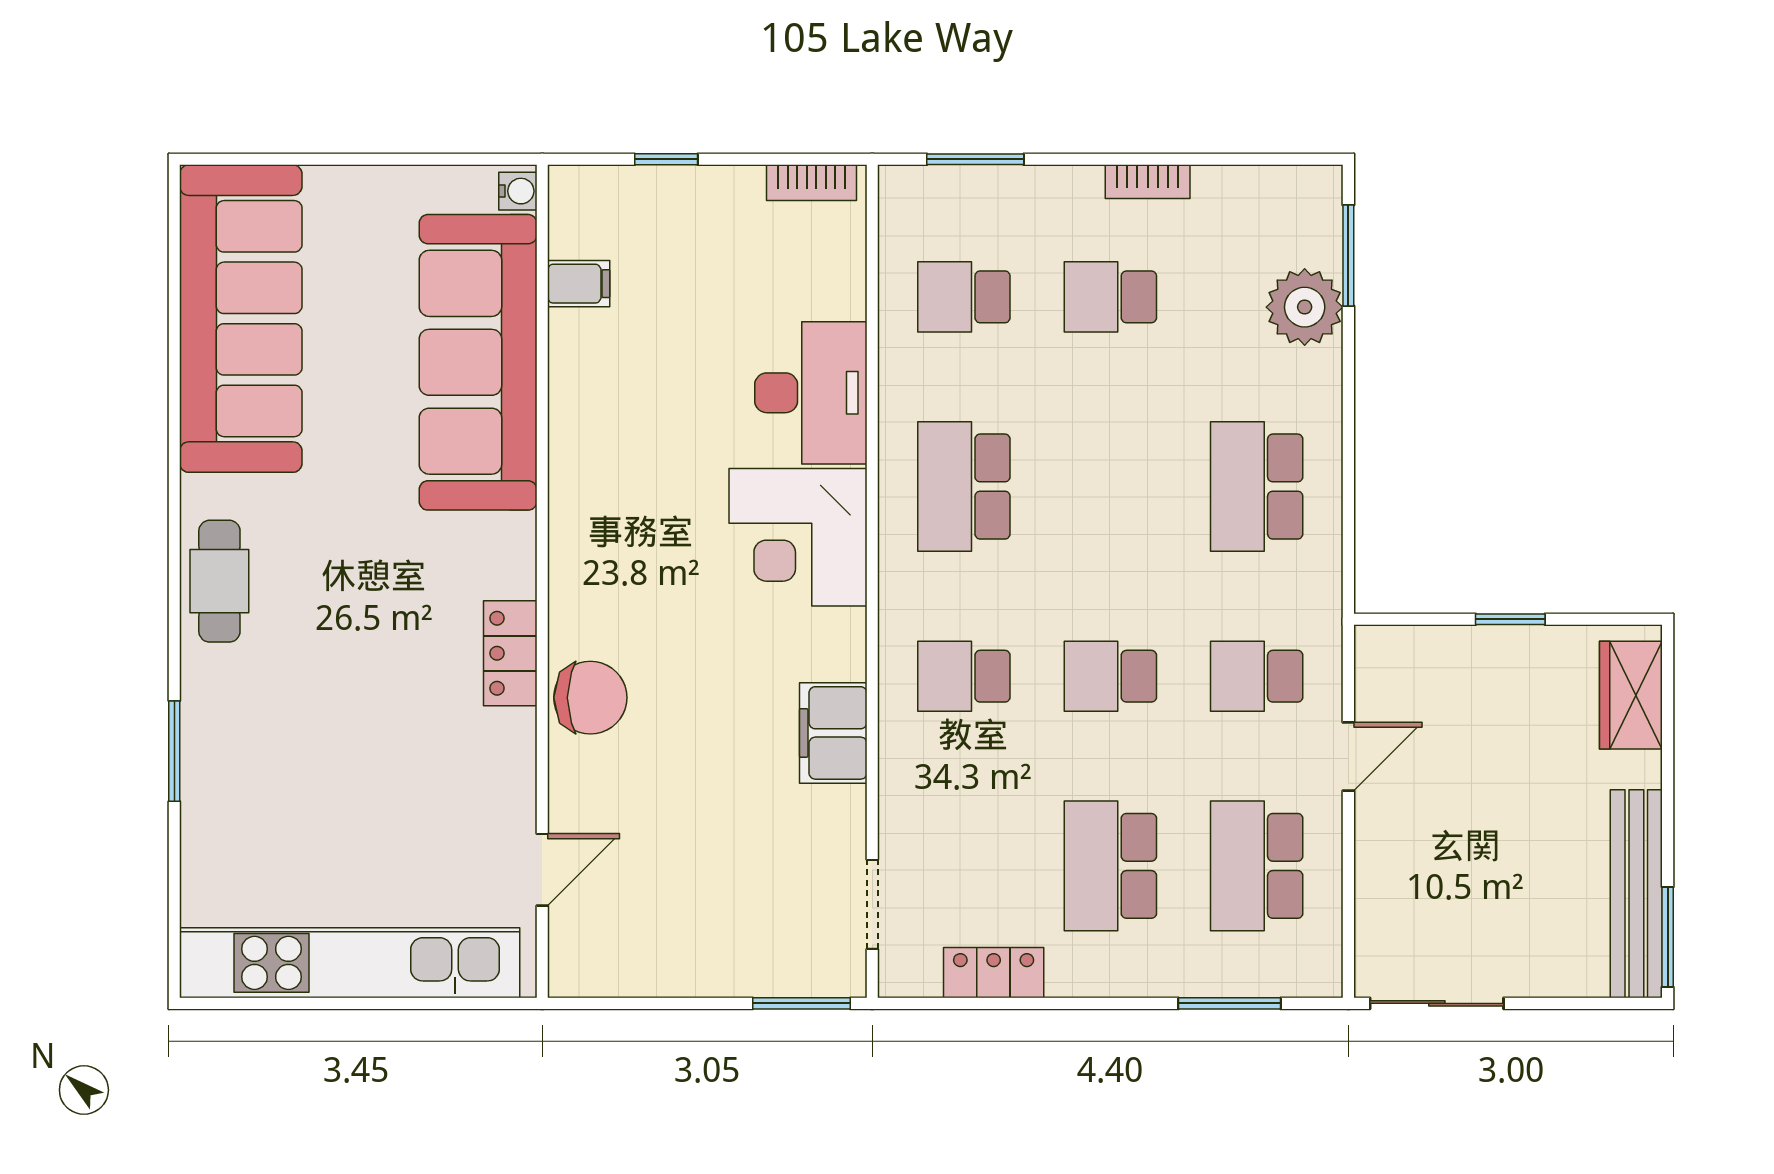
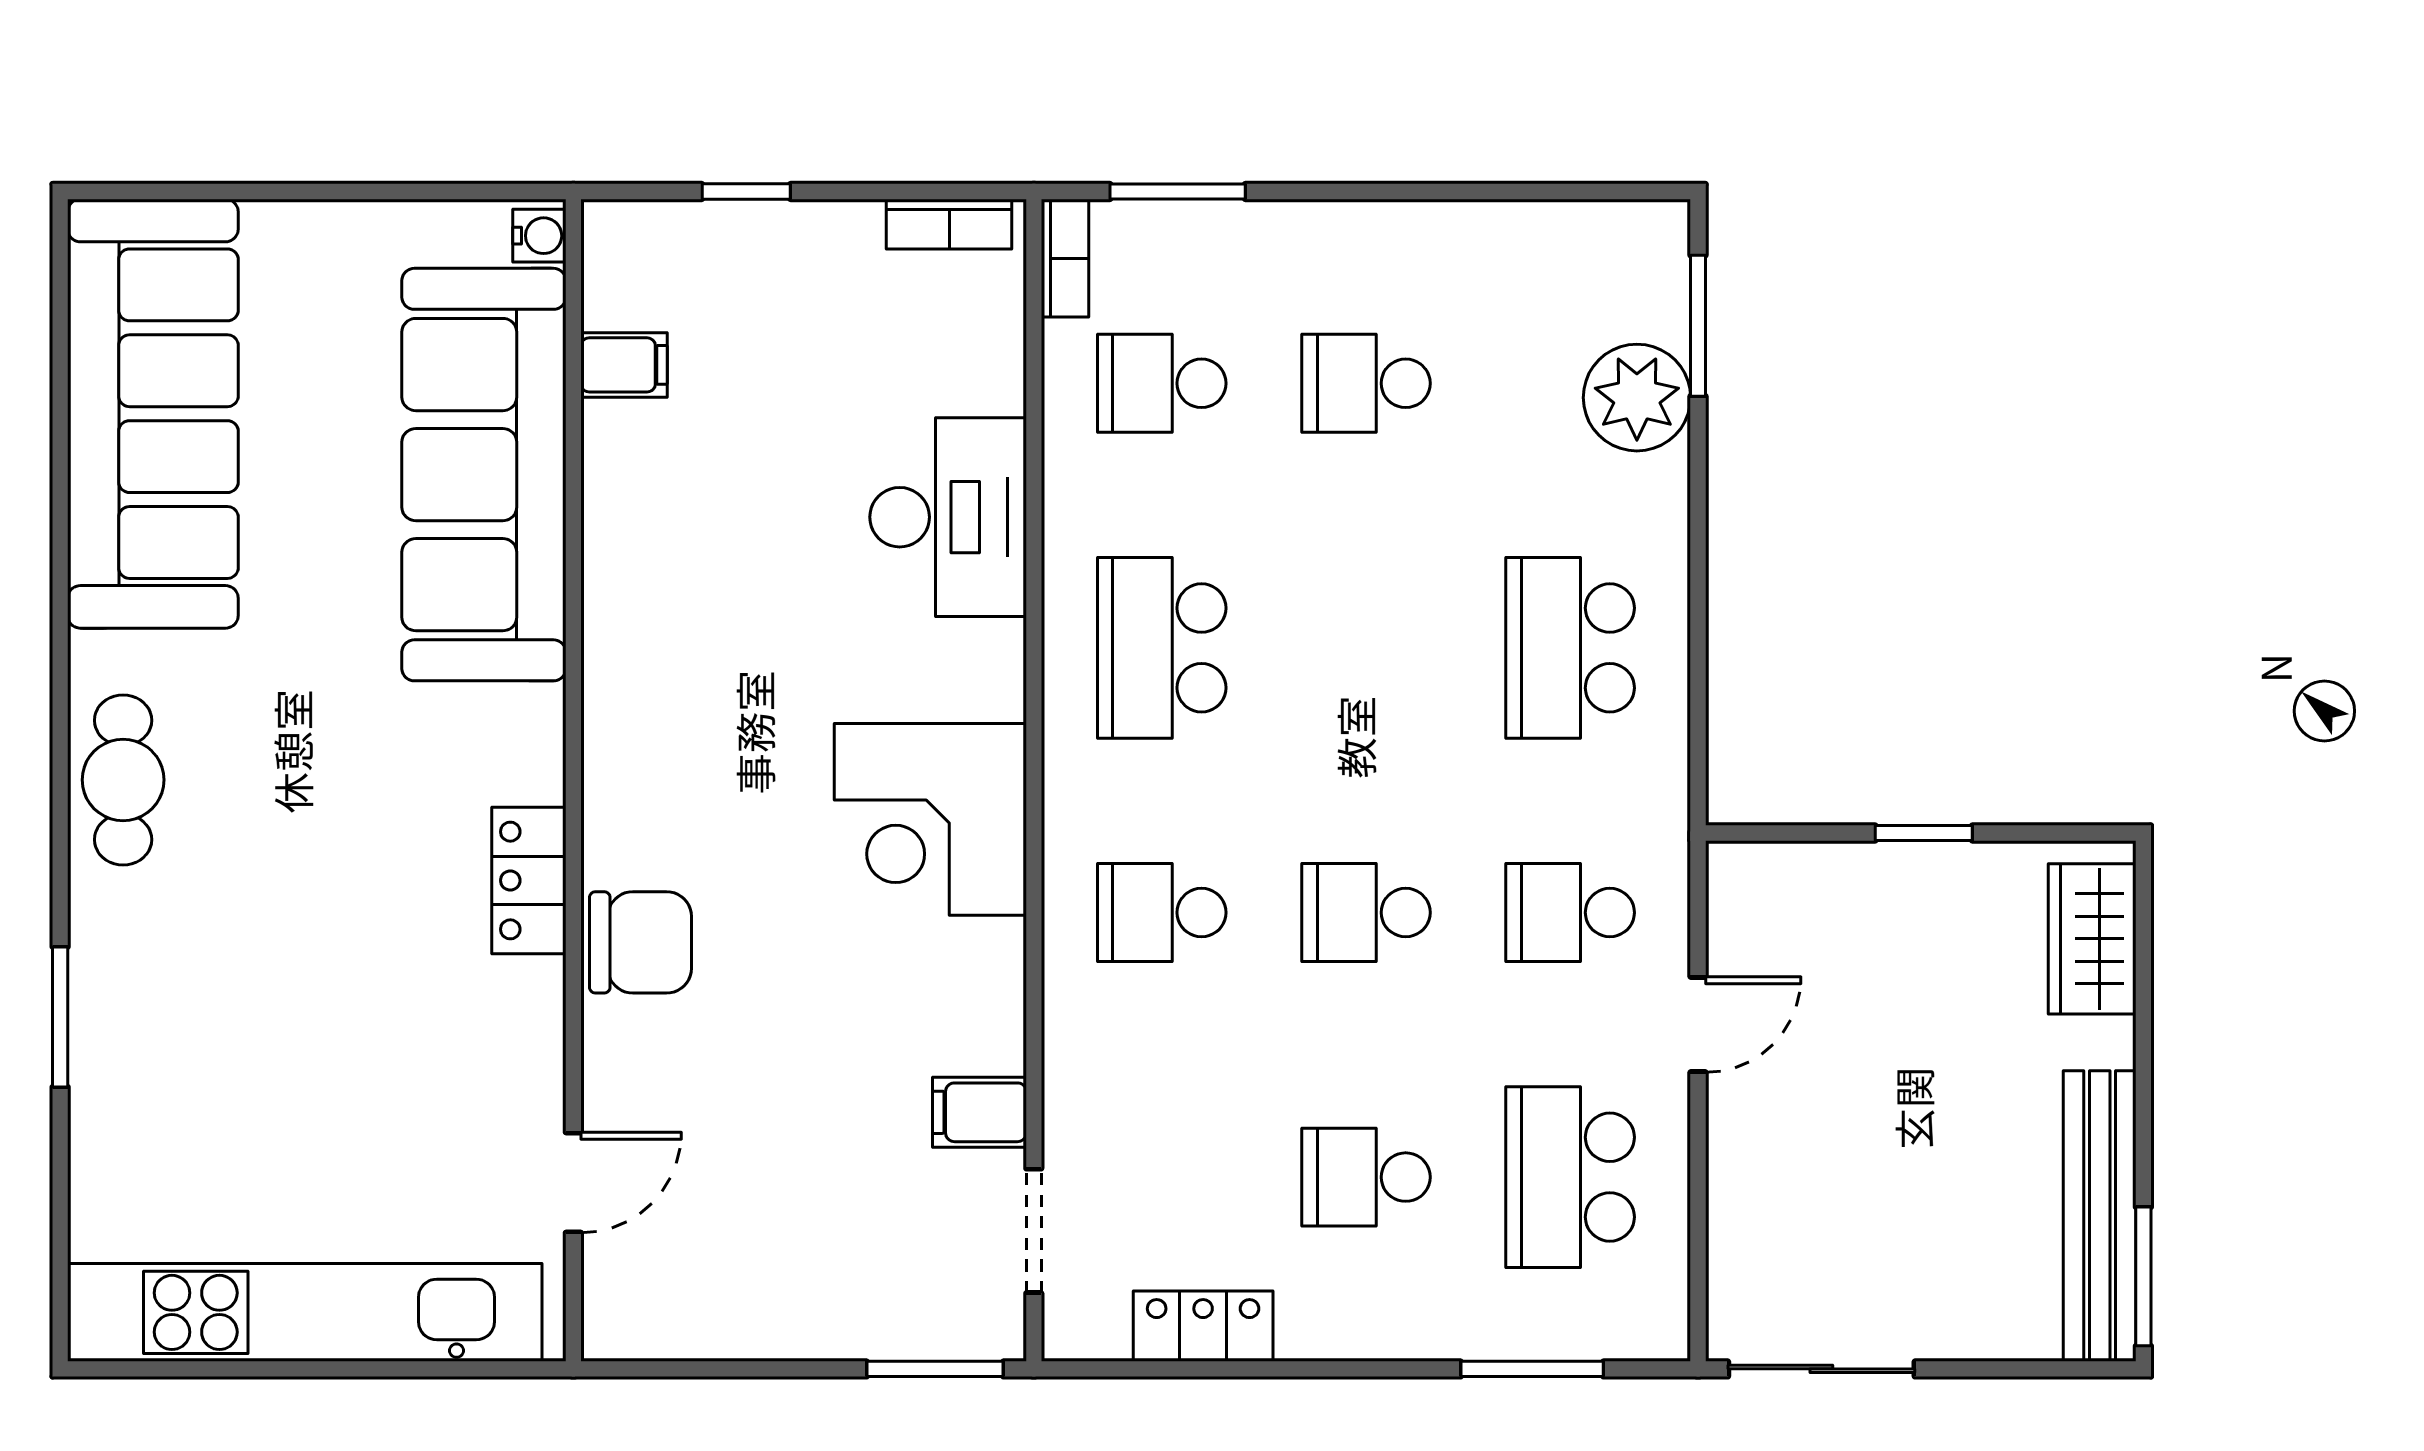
bookcase: (1148, 182) -> (1065, 258), moved, turned -90
corner desk: (798, 537) -> (930, 819), moved
filing cabinet: (833, 733) -> (979, 1112), moved, width x0.50
school desk: (1110, 866) -> (1366, 1177), width x0.54

